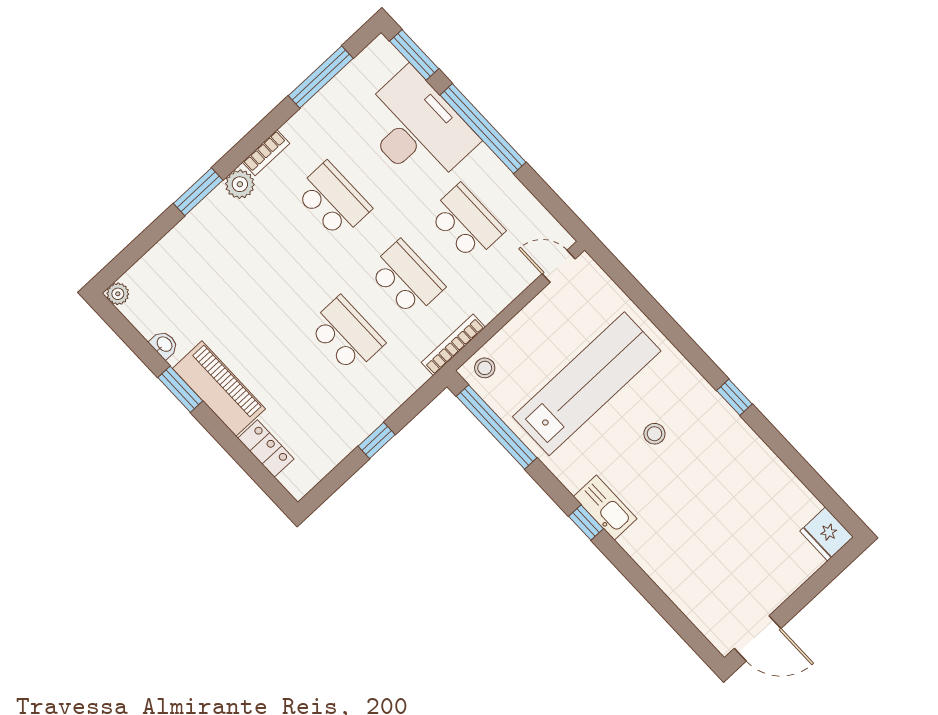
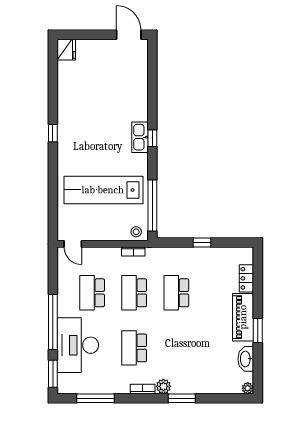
washbasin: (164, 345) -> (246, 359), width x1.91, depth x1.45
bookcase: (453, 345) -> (133, 251), width x0.64
stool: (654, 434) -> (96, 148), removed

